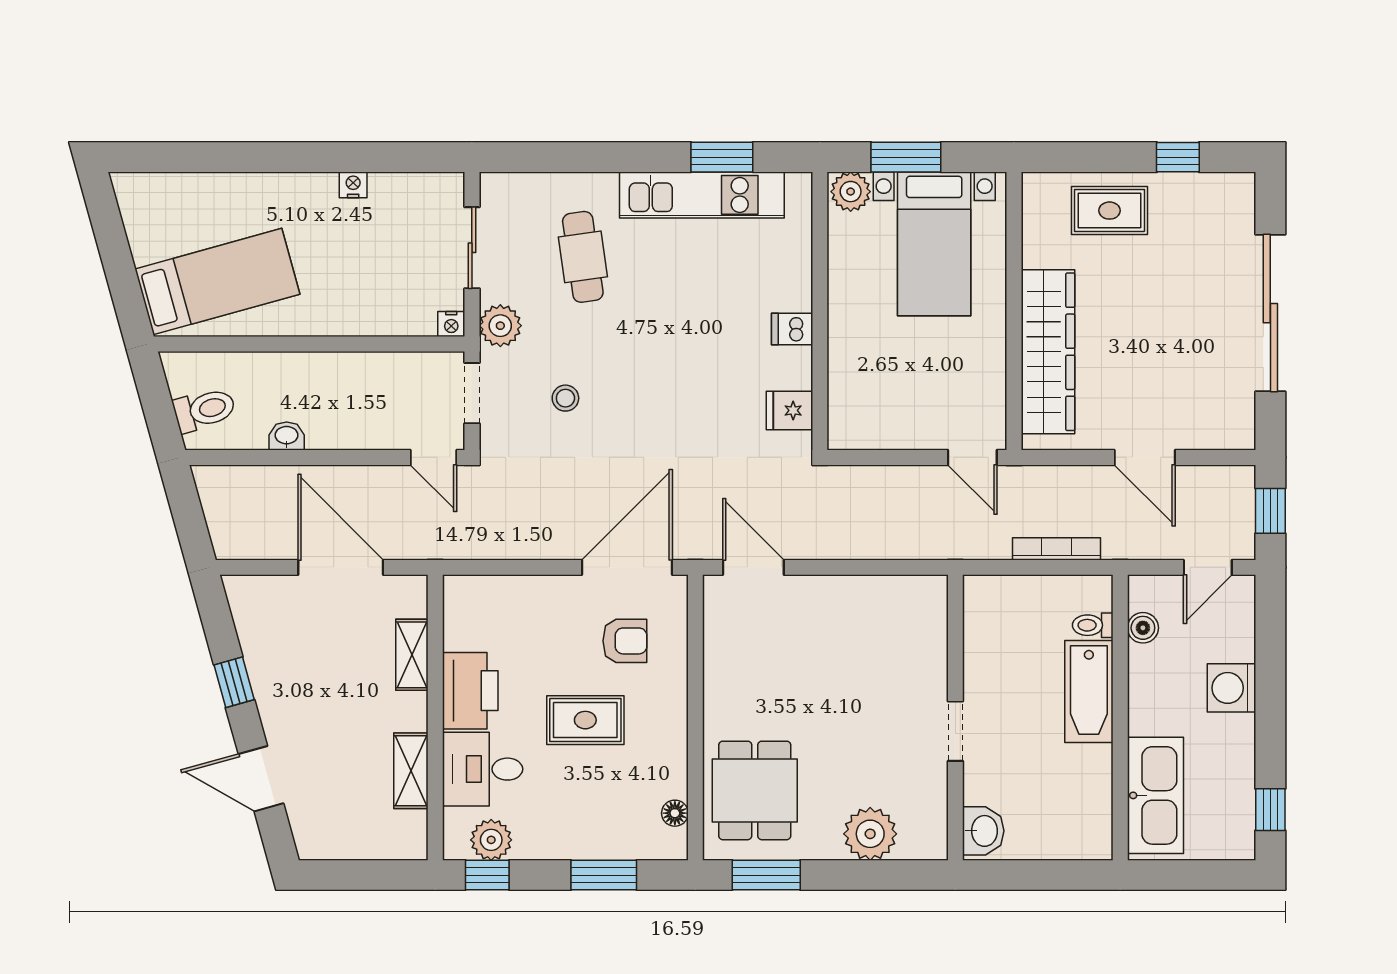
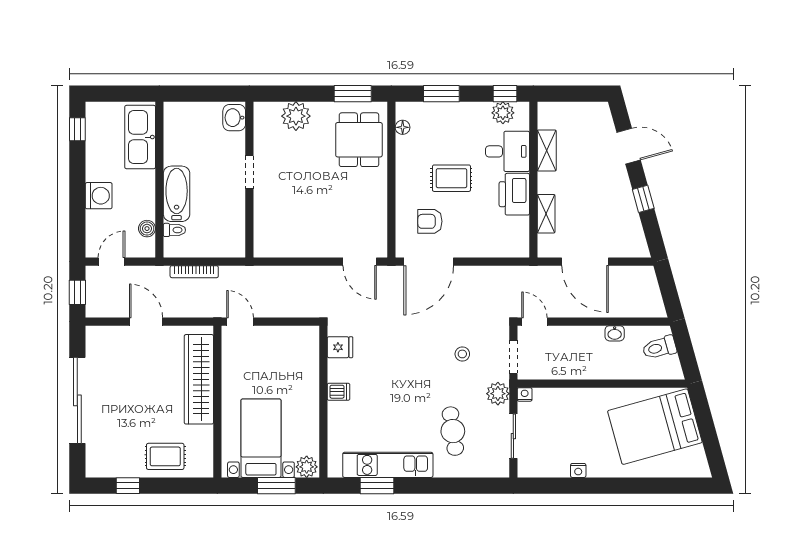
bed: (217, 282) -> (655, 427), width x1.50

